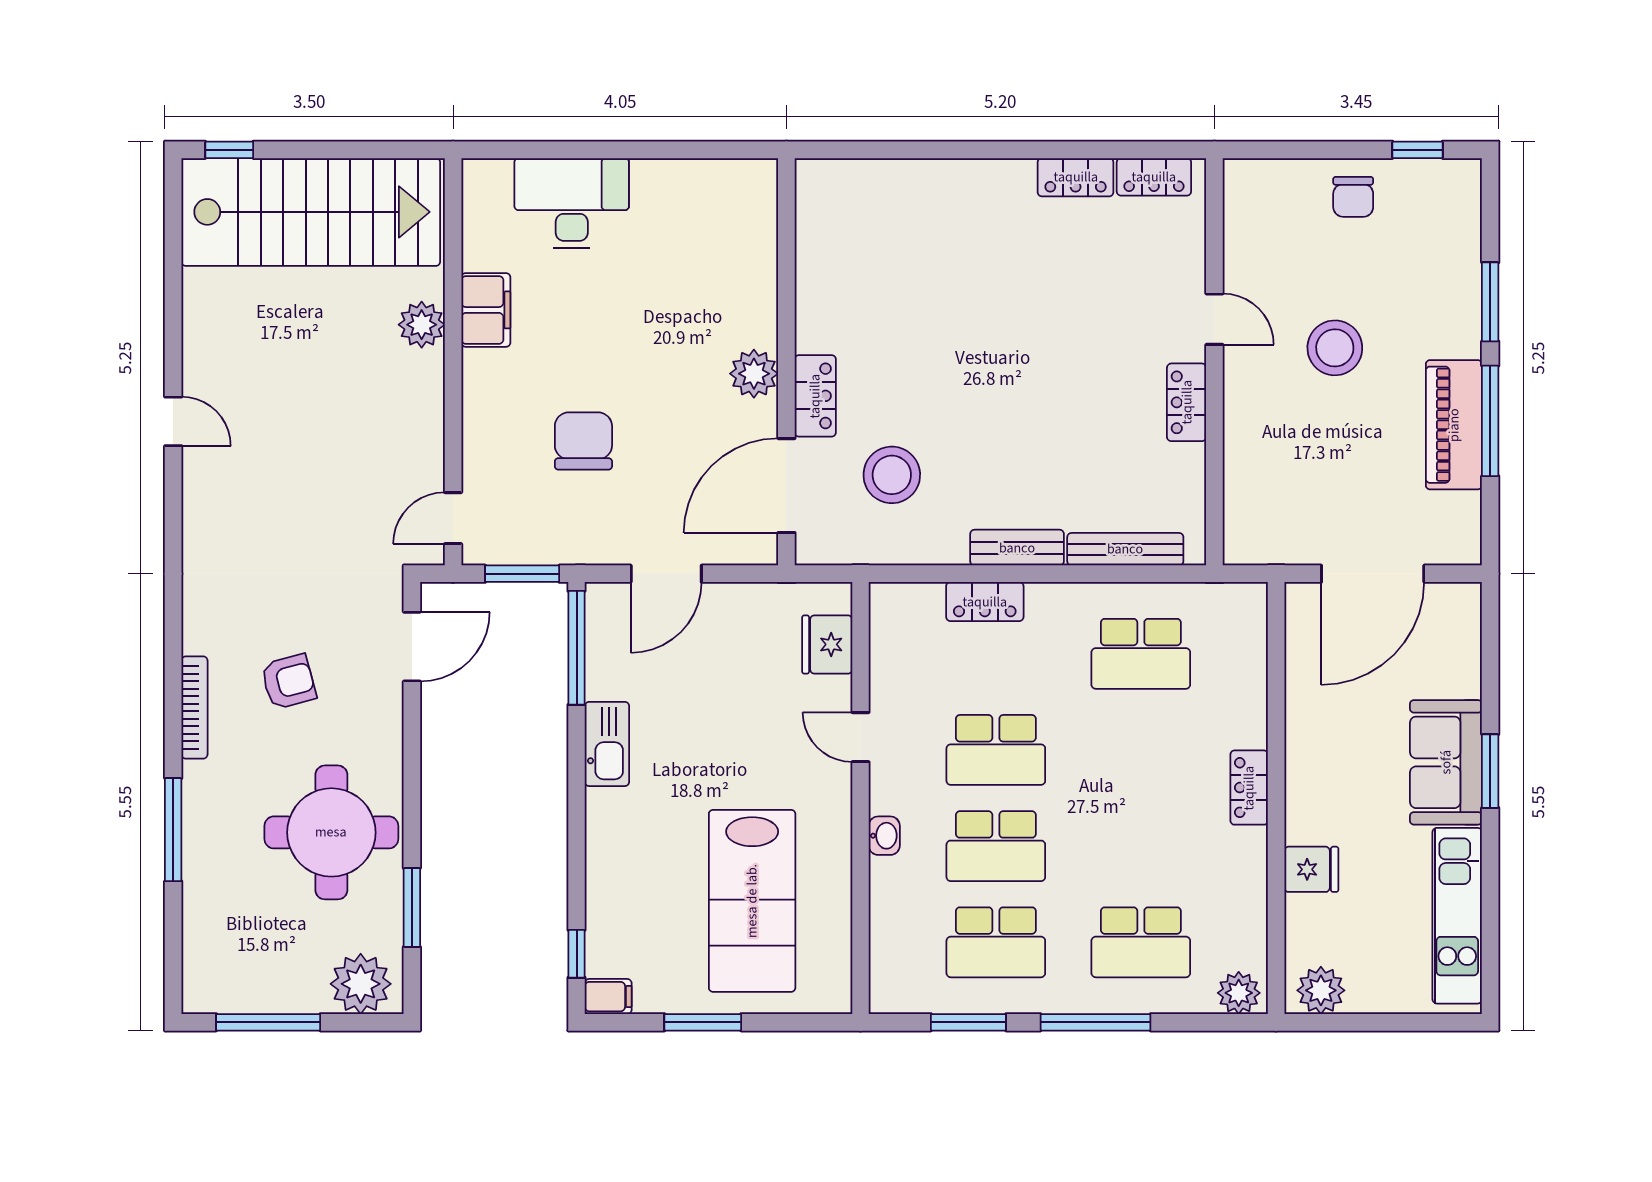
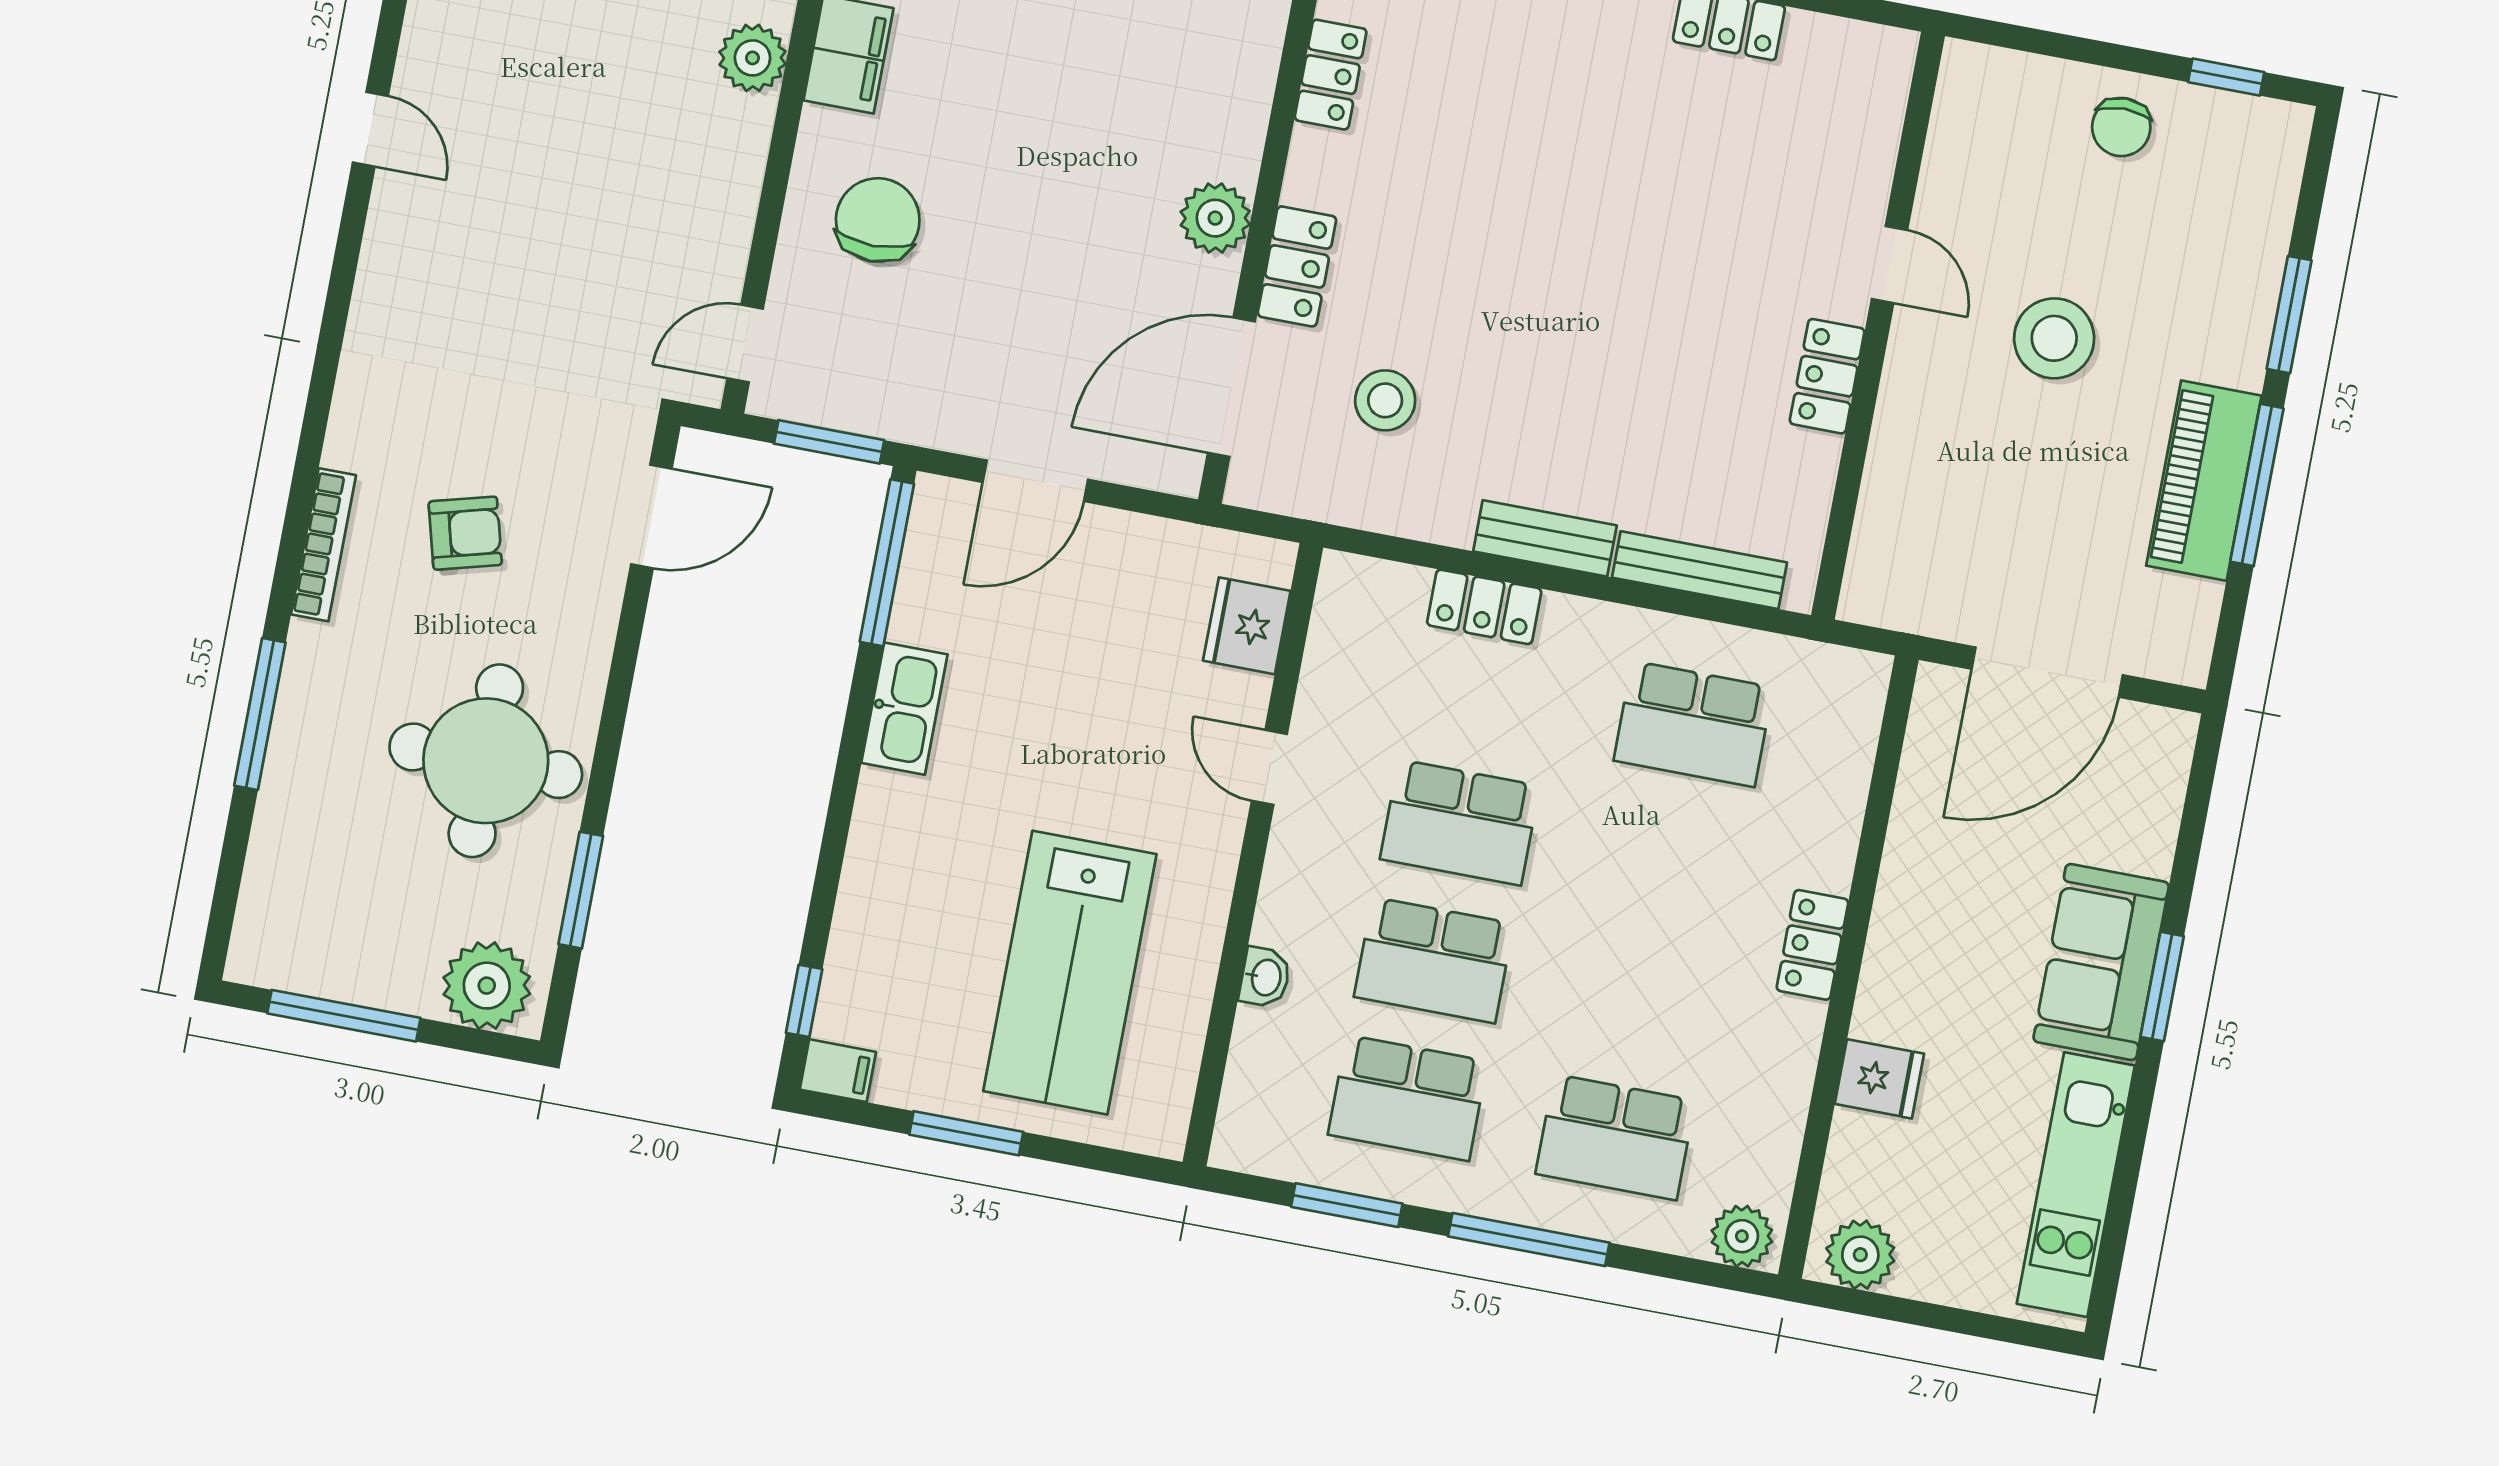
locker: (1154, 177) -> (1331, 75), moved, turned -90
chair: (583, 441) -> (878, 220), moved
stool: (892, 475) -> (1385, 400), width x0.73, depth x0.73
washbasin: (884, 836) -> (1265, 977), moved

